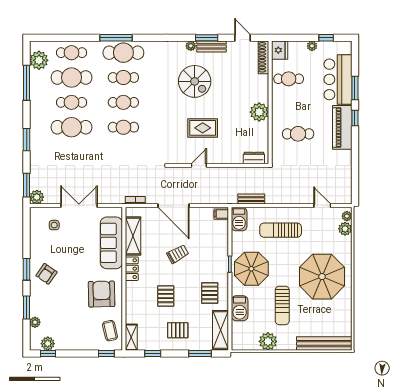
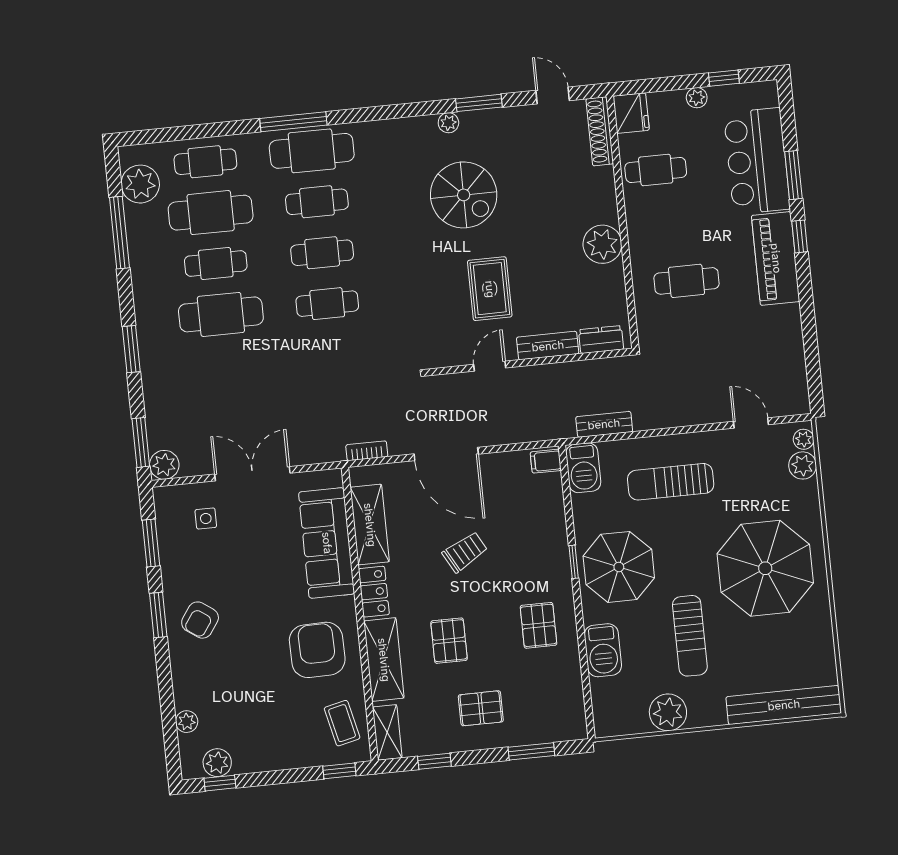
bench: (211, 46) -> (548, 346), moved
rug: (203, 128) -> (490, 289), turned 90
window: (27, 307) -> (151, 543), moved
shelving: (220, 330) -> (384, 660), moved

